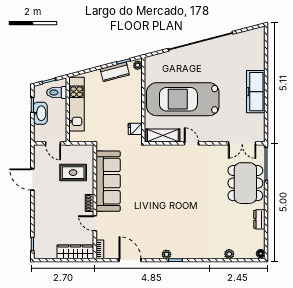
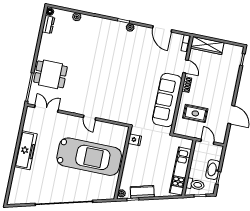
shelving: (163, 135) -> (112, 129), removed
dining table: (245, 183) -> (51, 74), width x0.73
dresser: (259, 219) -> (48, 25), moved

